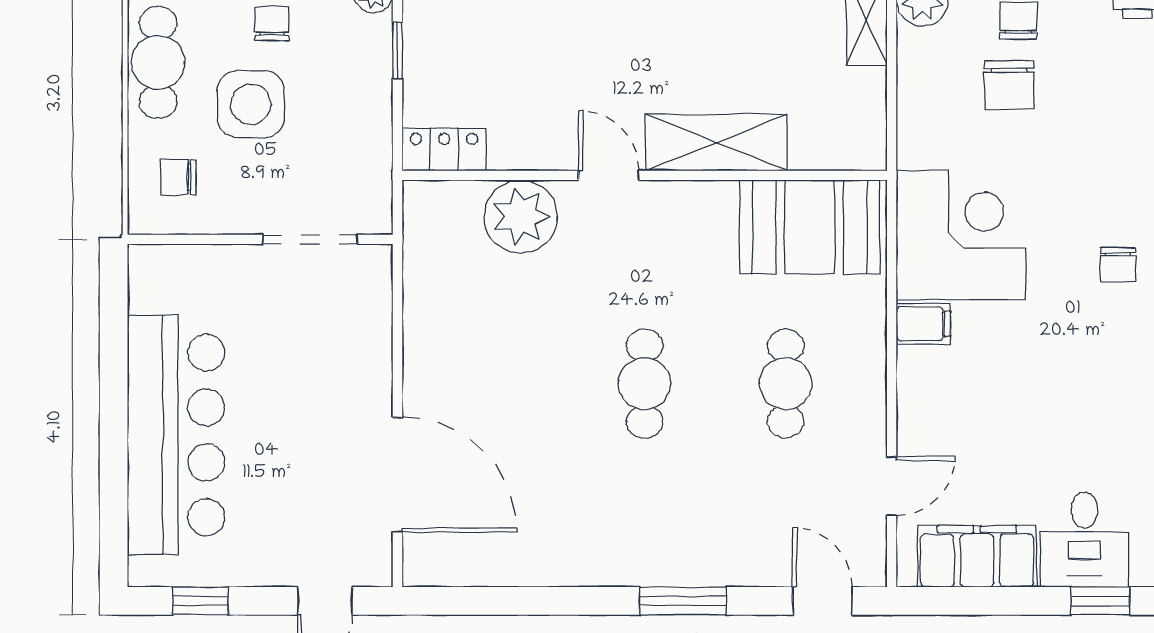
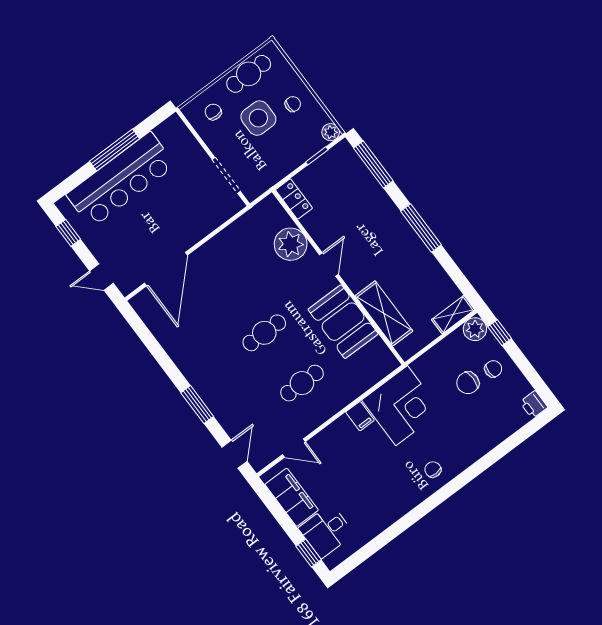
shelving: (716, 142) -> (384, 313), moved
booth: (810, 227) -> (343, 322), moved
chair: (1118, 265) -> (433, 470), turned 90
window: (114, 406) -> (114, 150), added

